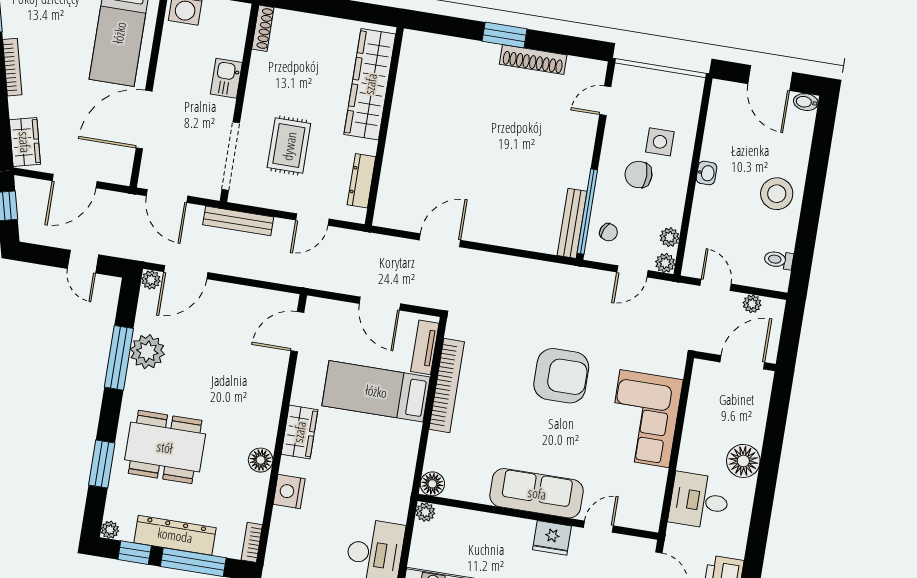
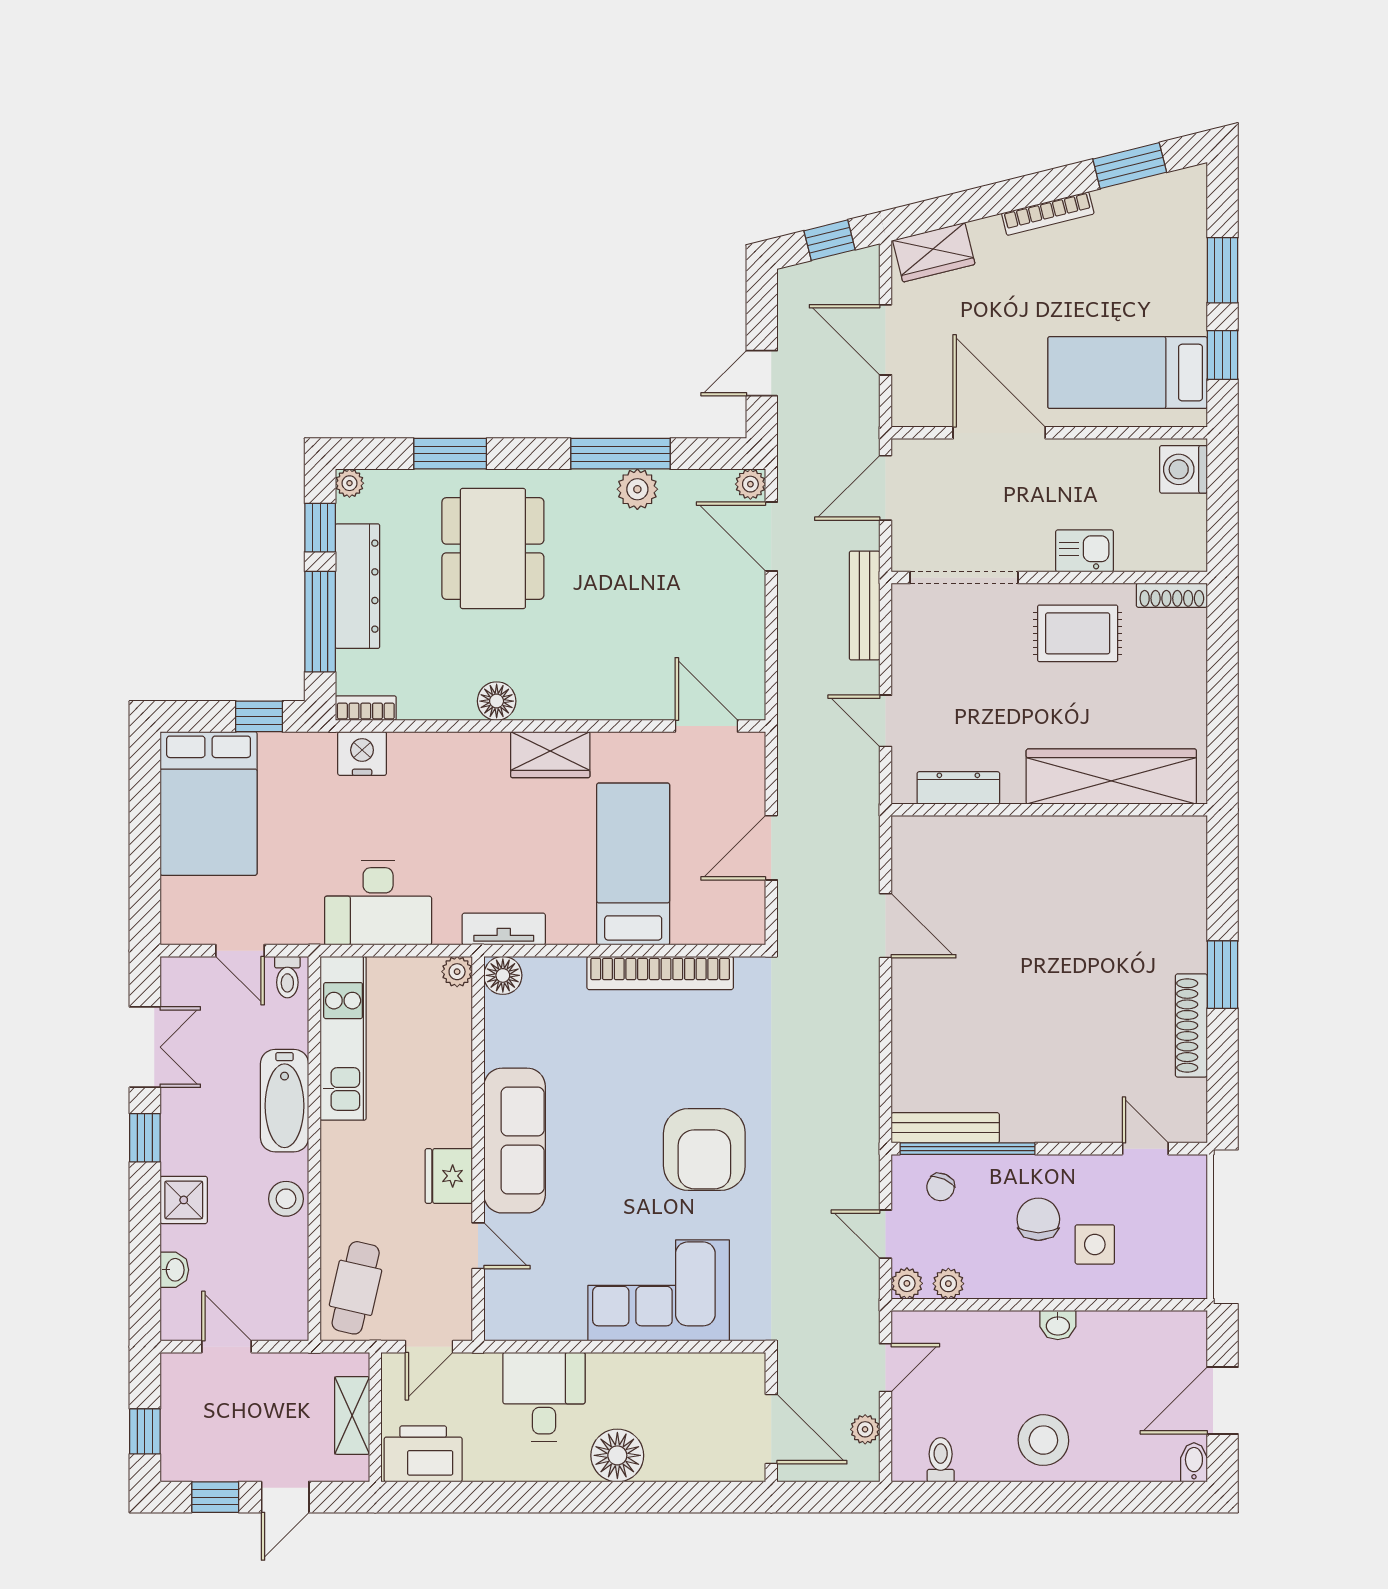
rug: (289, 146) -> (1078, 633), moved
tv unit: (425, 347) -> (504, 929), moved
plant: (147, 352) -> (637, 489), width x0.73, depth x0.73
nightstand: (289, 491) -> (362, 754), moved

